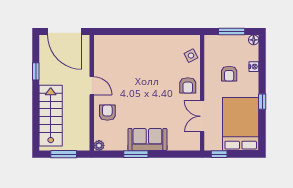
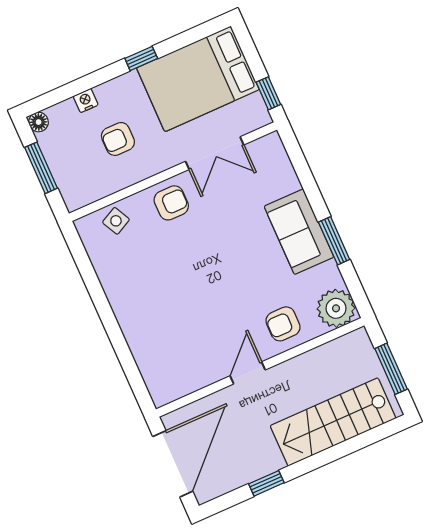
armchair: (229, 74) -> (118, 139), turned 180
plant: (99, 145) -> (336, 308), width x1.87, depth x1.87

